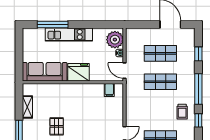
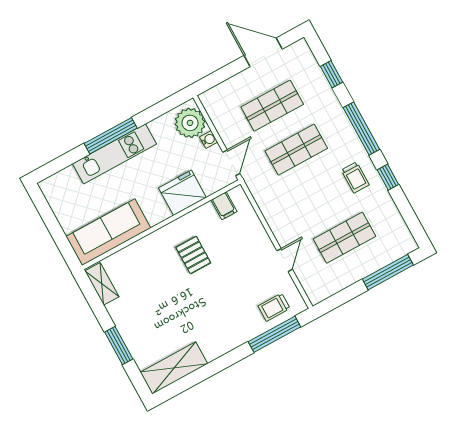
window: (53, 24) -> (111, 136), moved
door: (125, 71) -> (231, 163), swing flipped
fridge: (78, 72) -> (182, 193), moved
shelving: (27, 107) -> (102, 284), moved
pallet: (57, 126) -> (193, 255), moved

